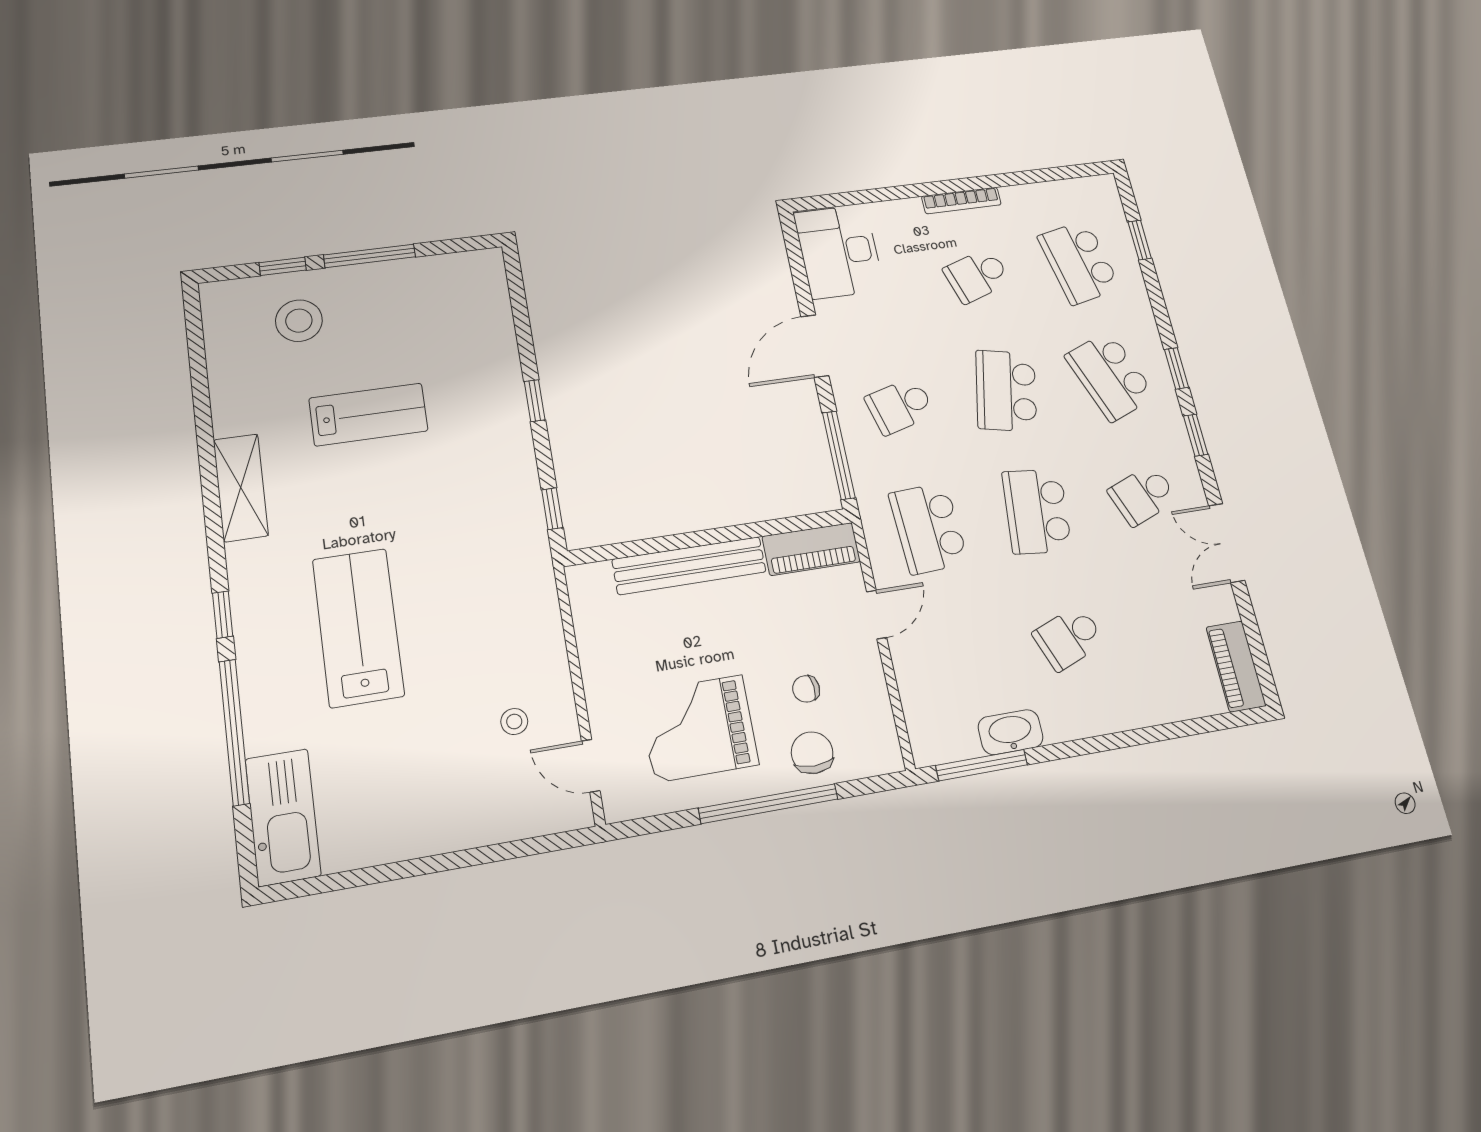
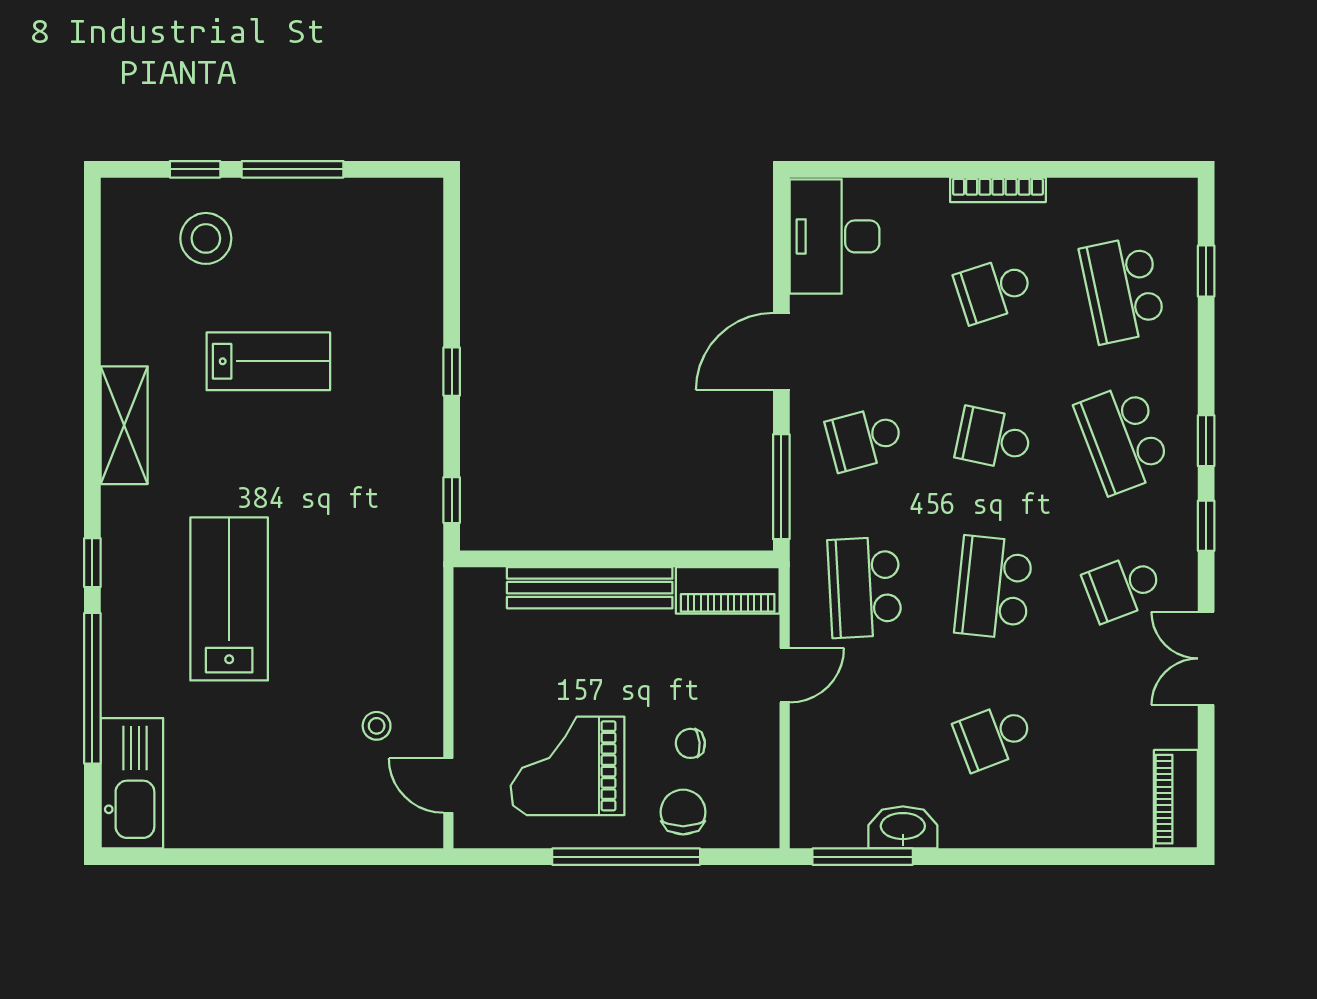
school desk: (1006, 391) -> (994, 439), width x0.54

